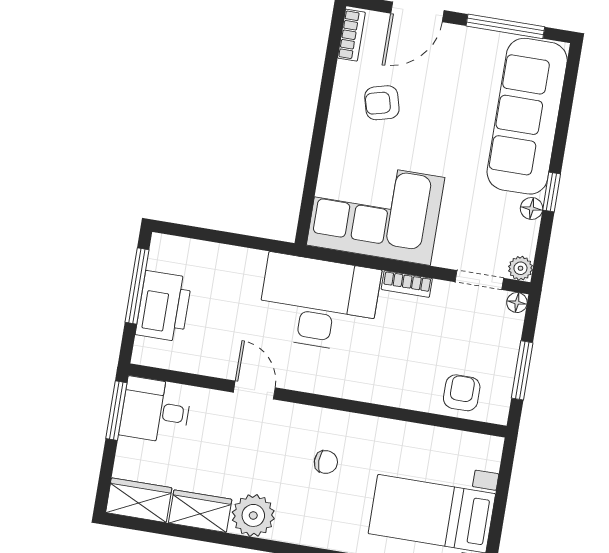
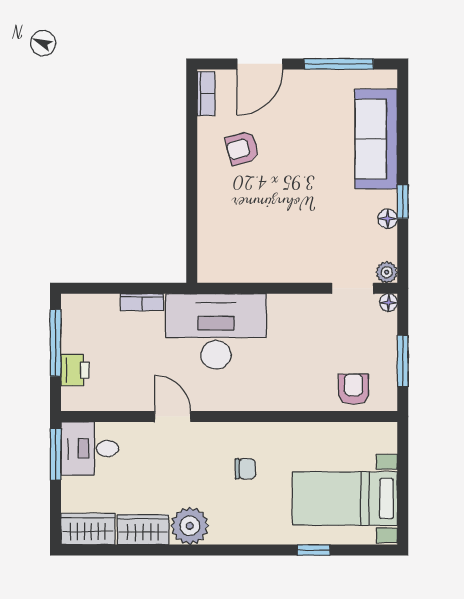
sofa: (527, 116) -> (376, 139), width x0.74, depth x0.79
corner sofa: (376, 211) -> (252, 244), removed
bookcase: (407, 284) -> (142, 302), moved
printer: (164, 306) -> (75, 370), width x0.53, depth x0.68

